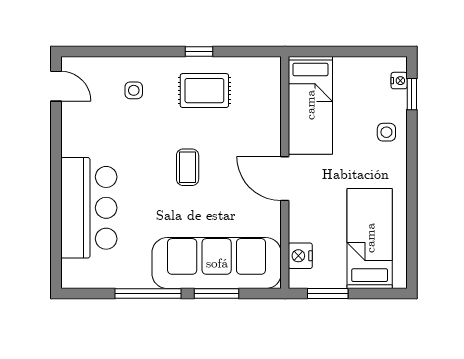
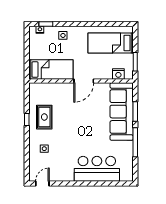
coffee table: (188, 167) -> (79, 125), removed

